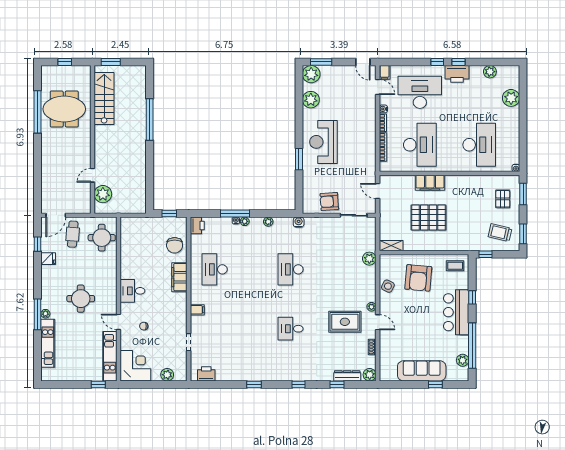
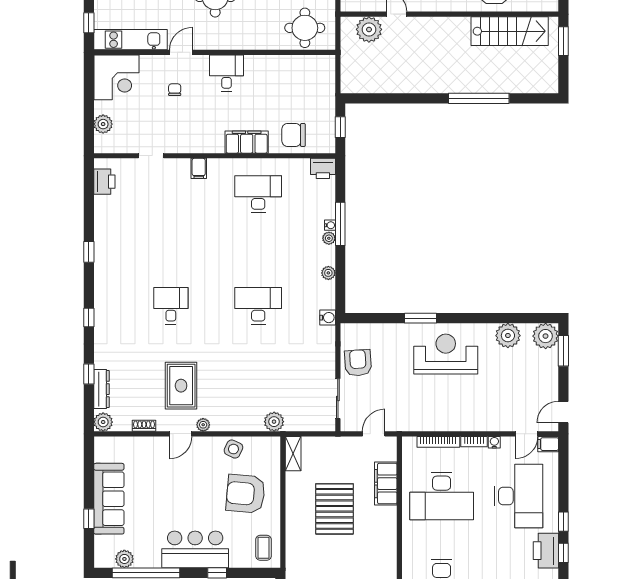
filing cabinet: (430, 183) -> (386, 484), moved

